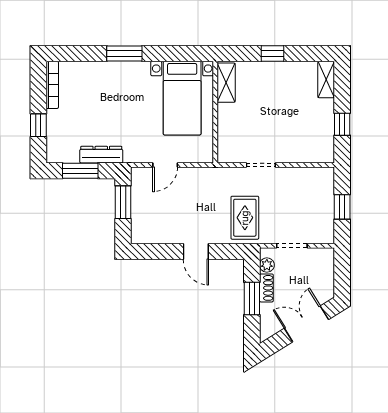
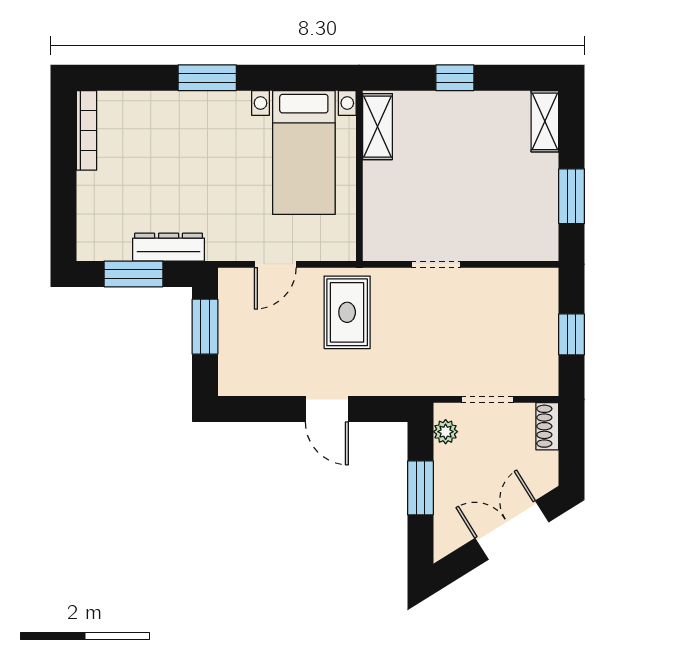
window: (342, 124) -> (572, 196), width x1.50
window: (38, 125) -> (63, 198), removed
rug: (245, 218) -> (347, 312), moved
shoe rack: (266, 288) -> (547, 426), moved, turned 180

